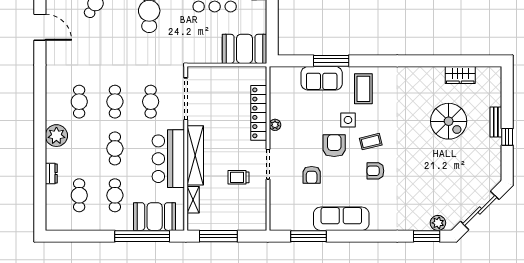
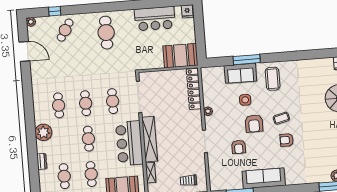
locker: (259, 113) -> (194, 89), moved
side table: (348, 120) -> (245, 100), moved
armchair: (334, 146) -> (254, 124), turned 180
trolley: (238, 177) -> (188, 180), moved

